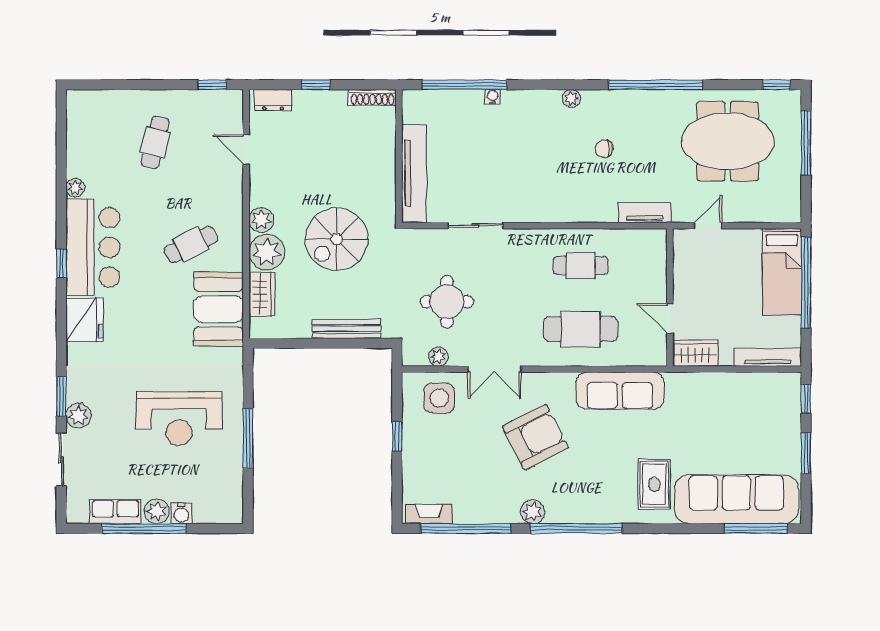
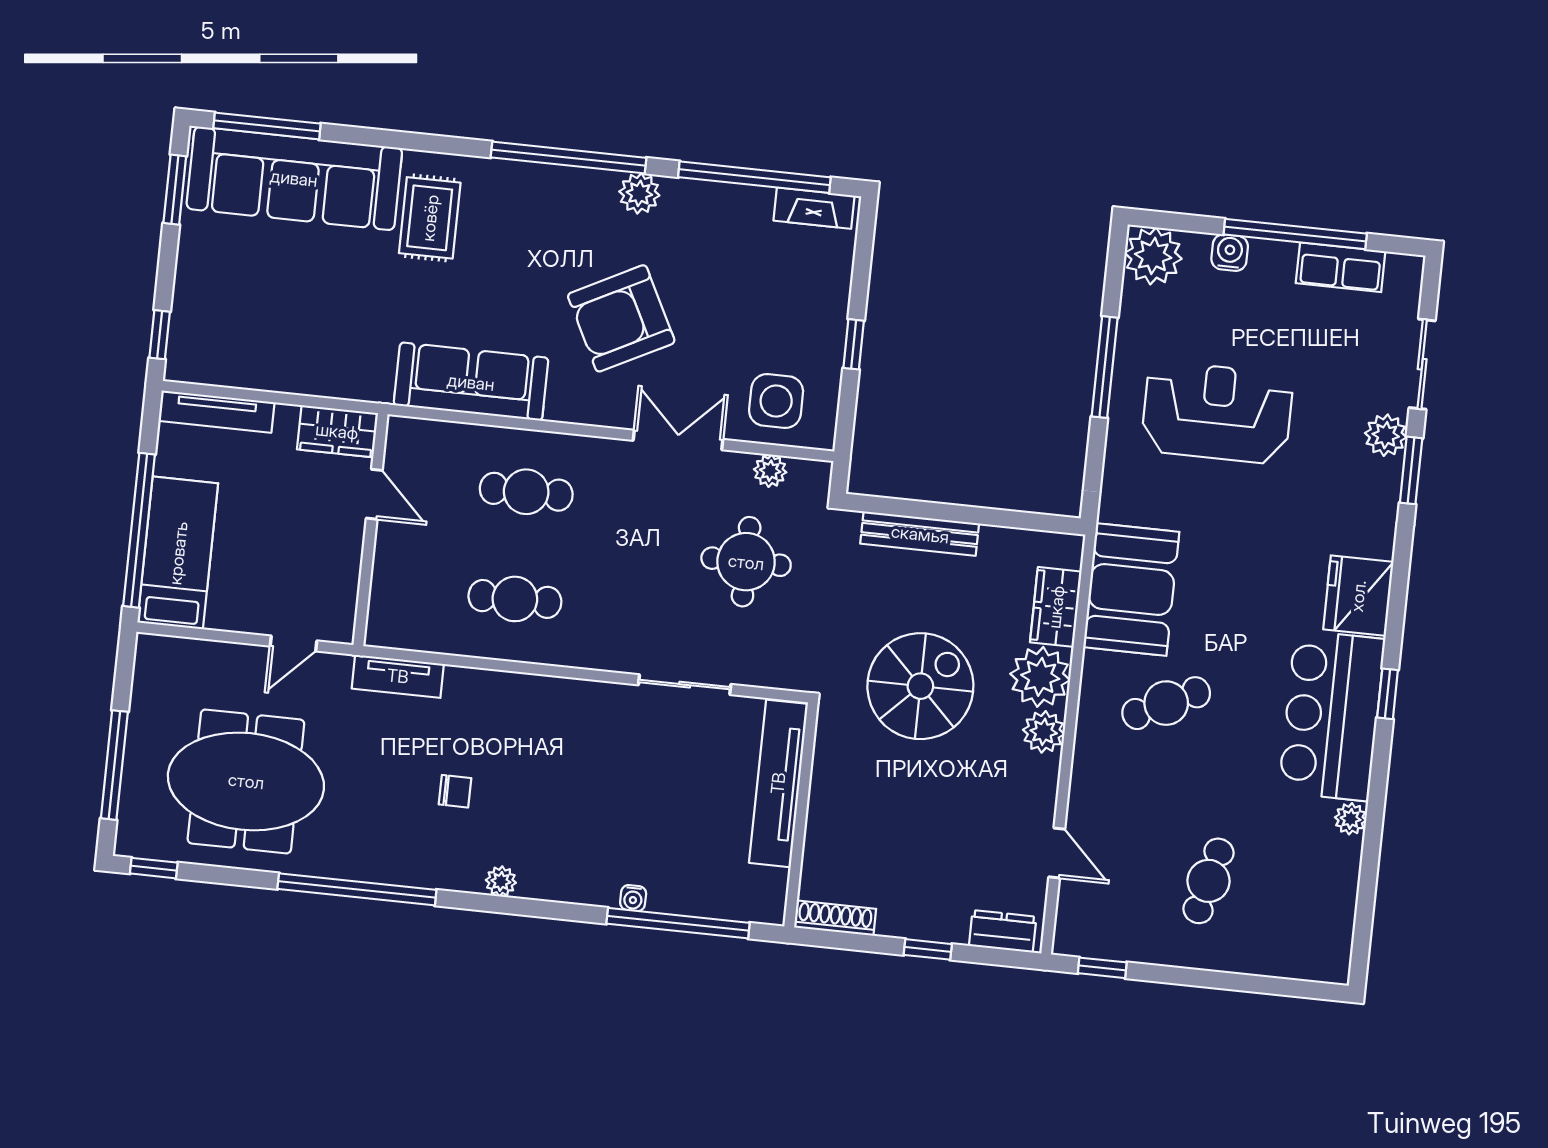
cafe table: (581, 329) -> (526, 492), width x0.73, depth x0.74
window: (806, 453) -> (175, 190), moved
plant: (157, 511) -> (1153, 256), moved, width x1.36, depth x1.36

